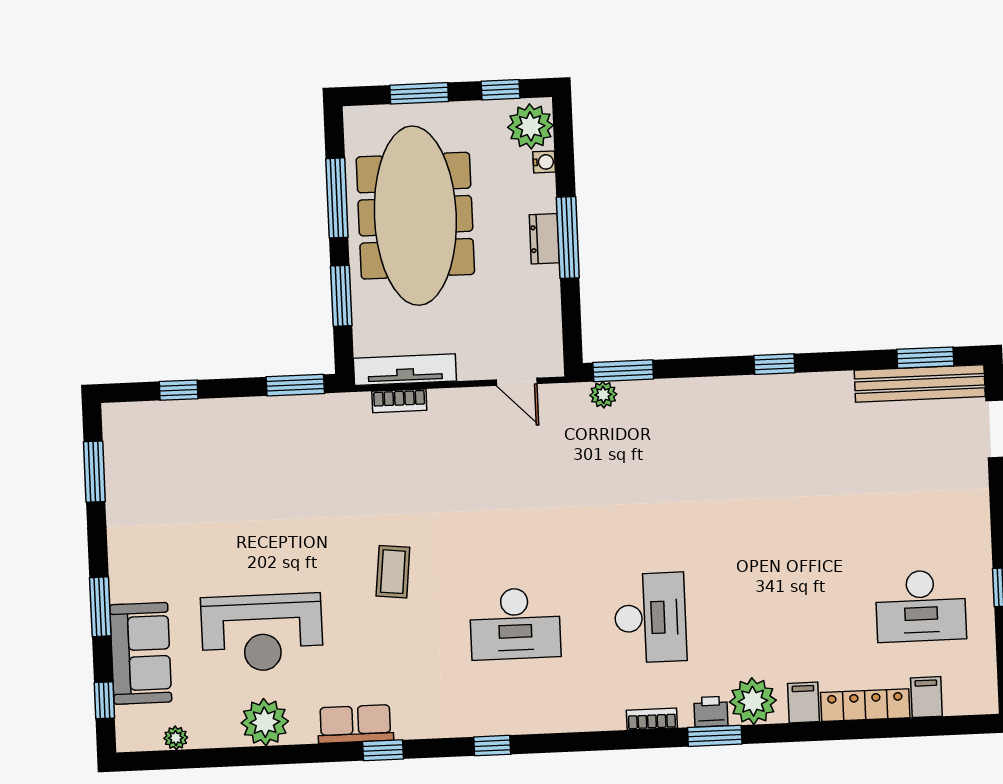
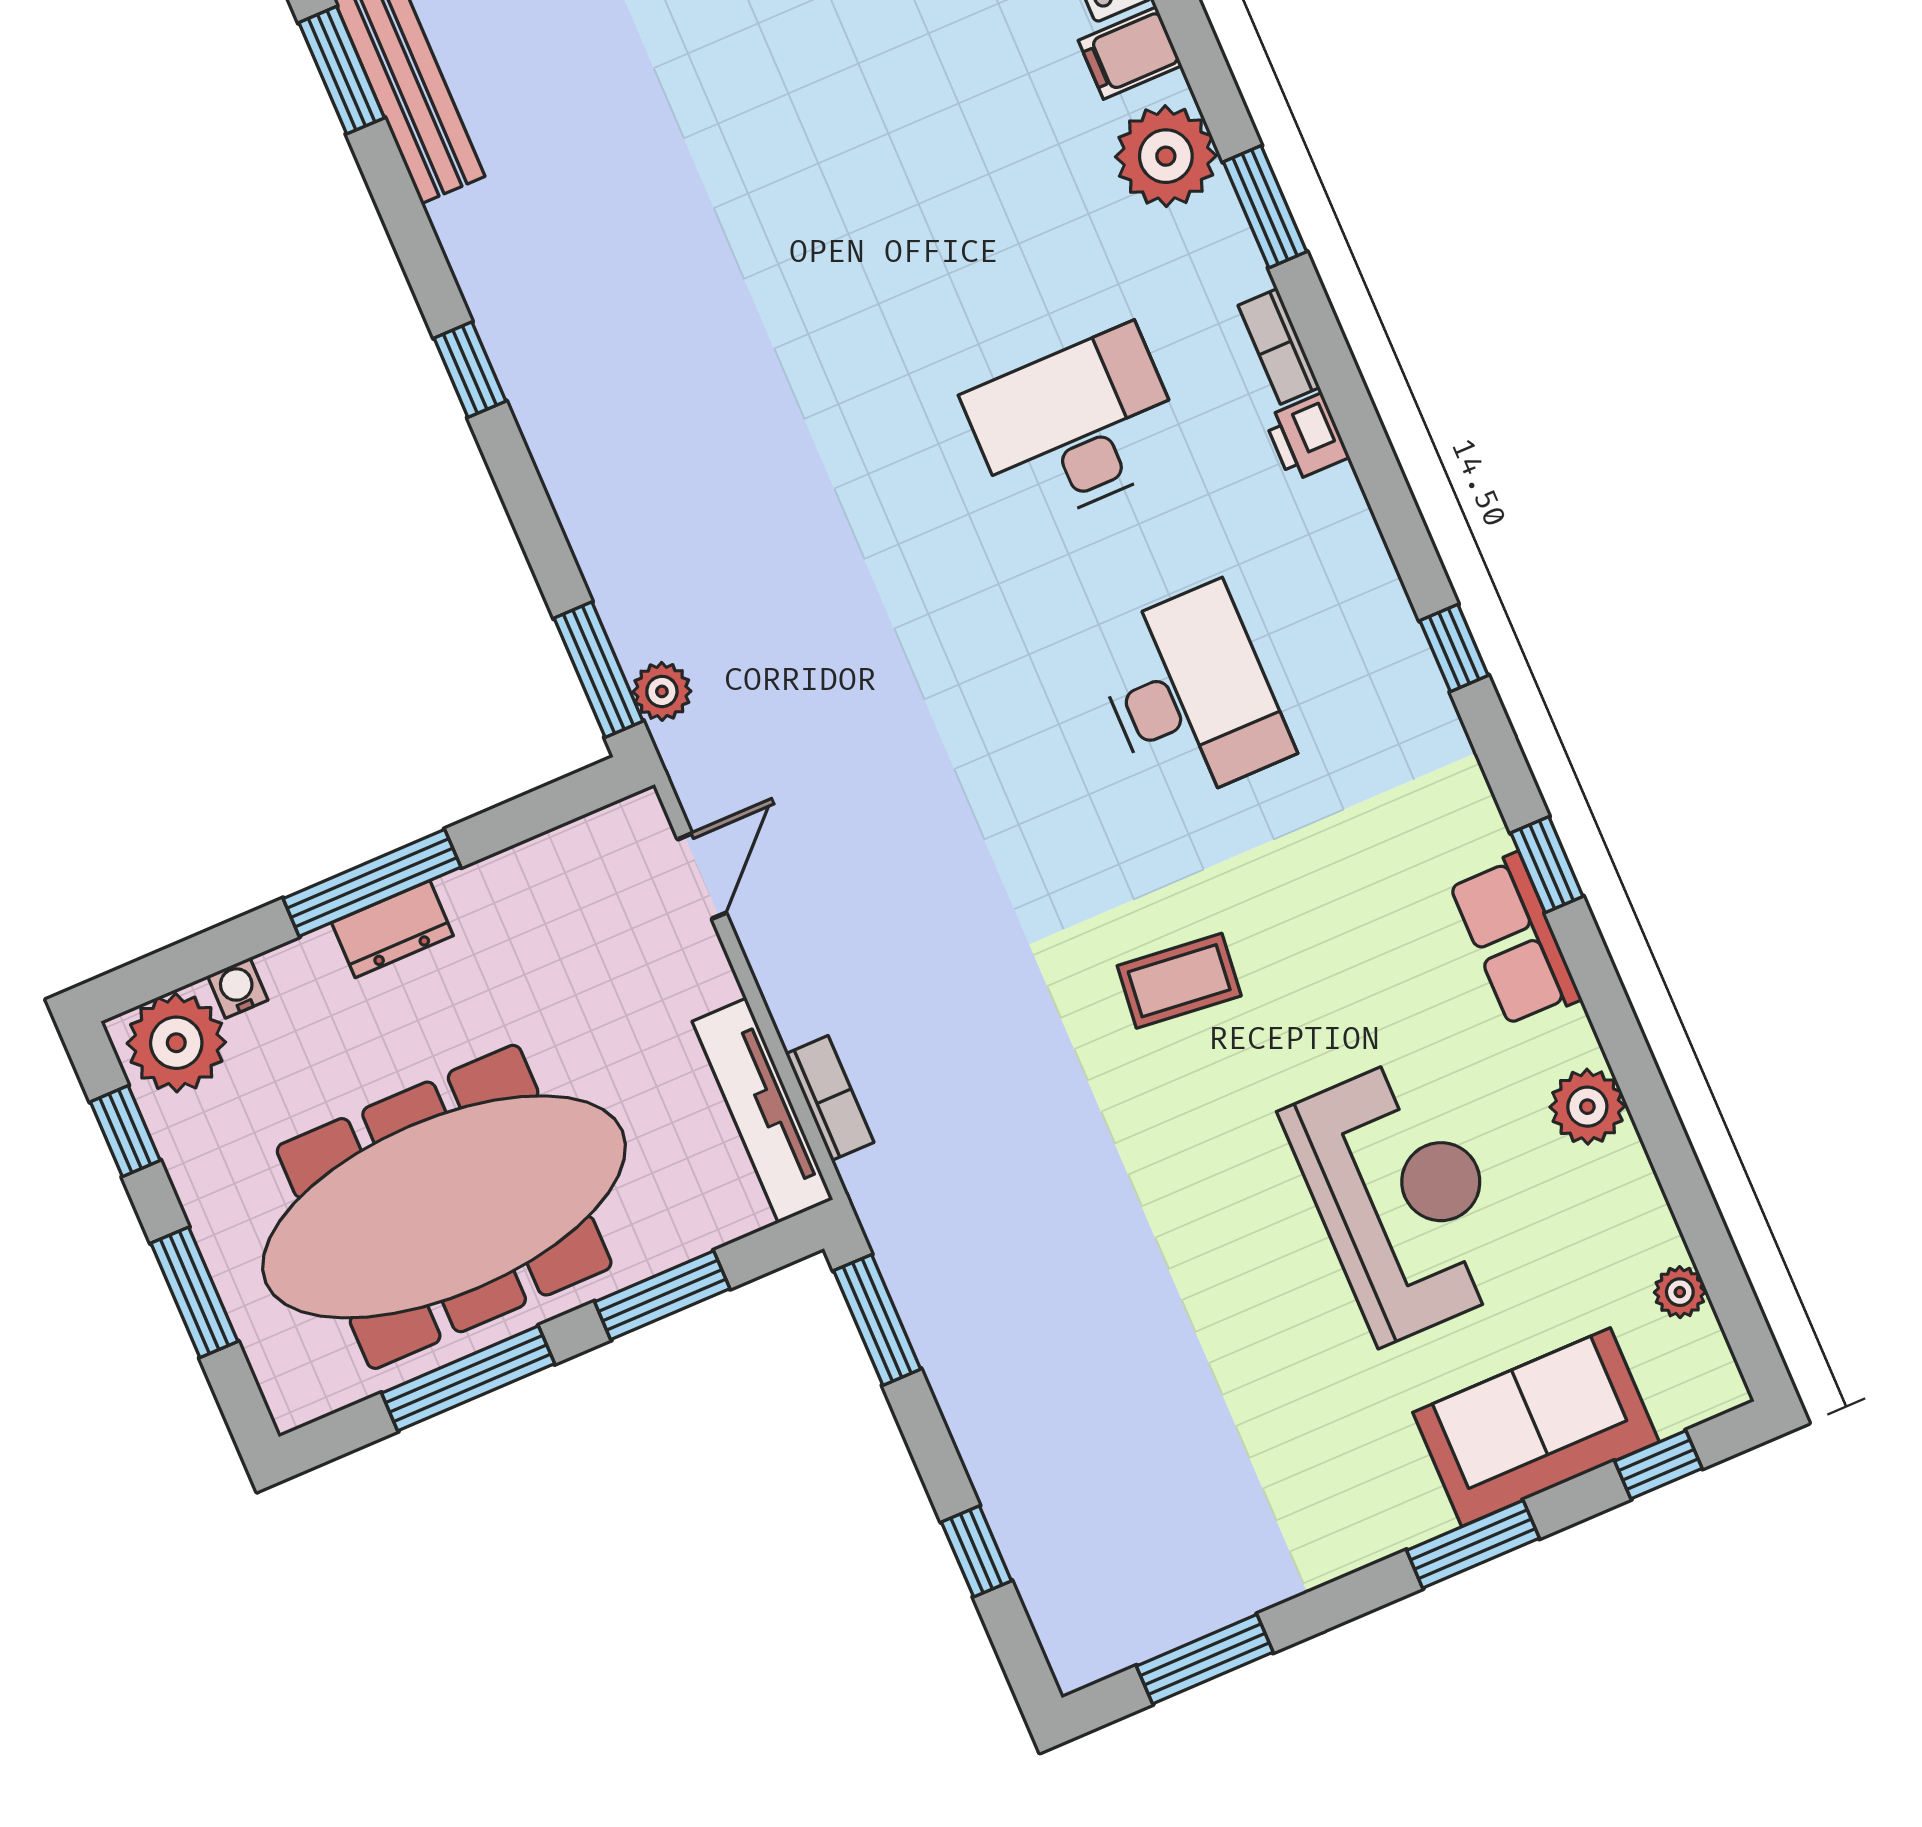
printer: (711, 712) -> (1307, 437), moved
plant: (265, 722) -> (1587, 1107), width x0.73, depth x0.73

